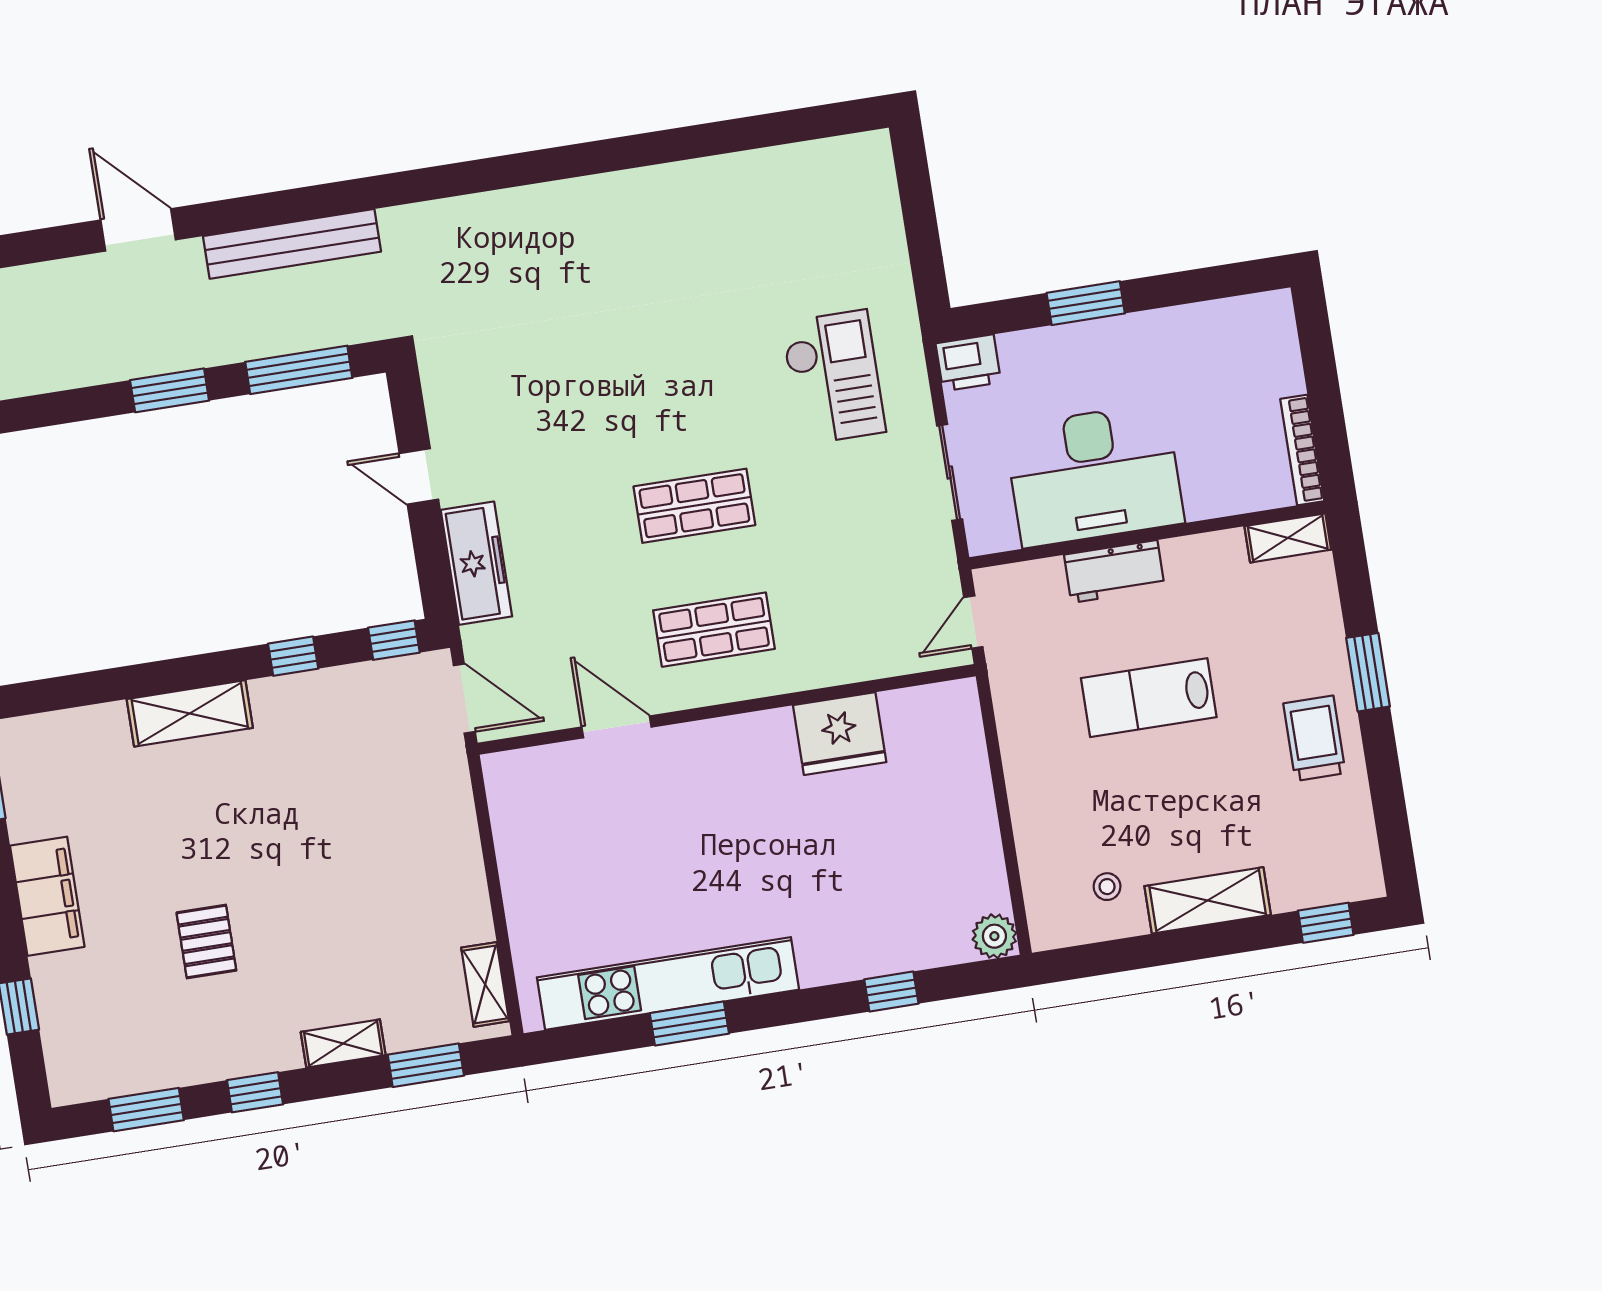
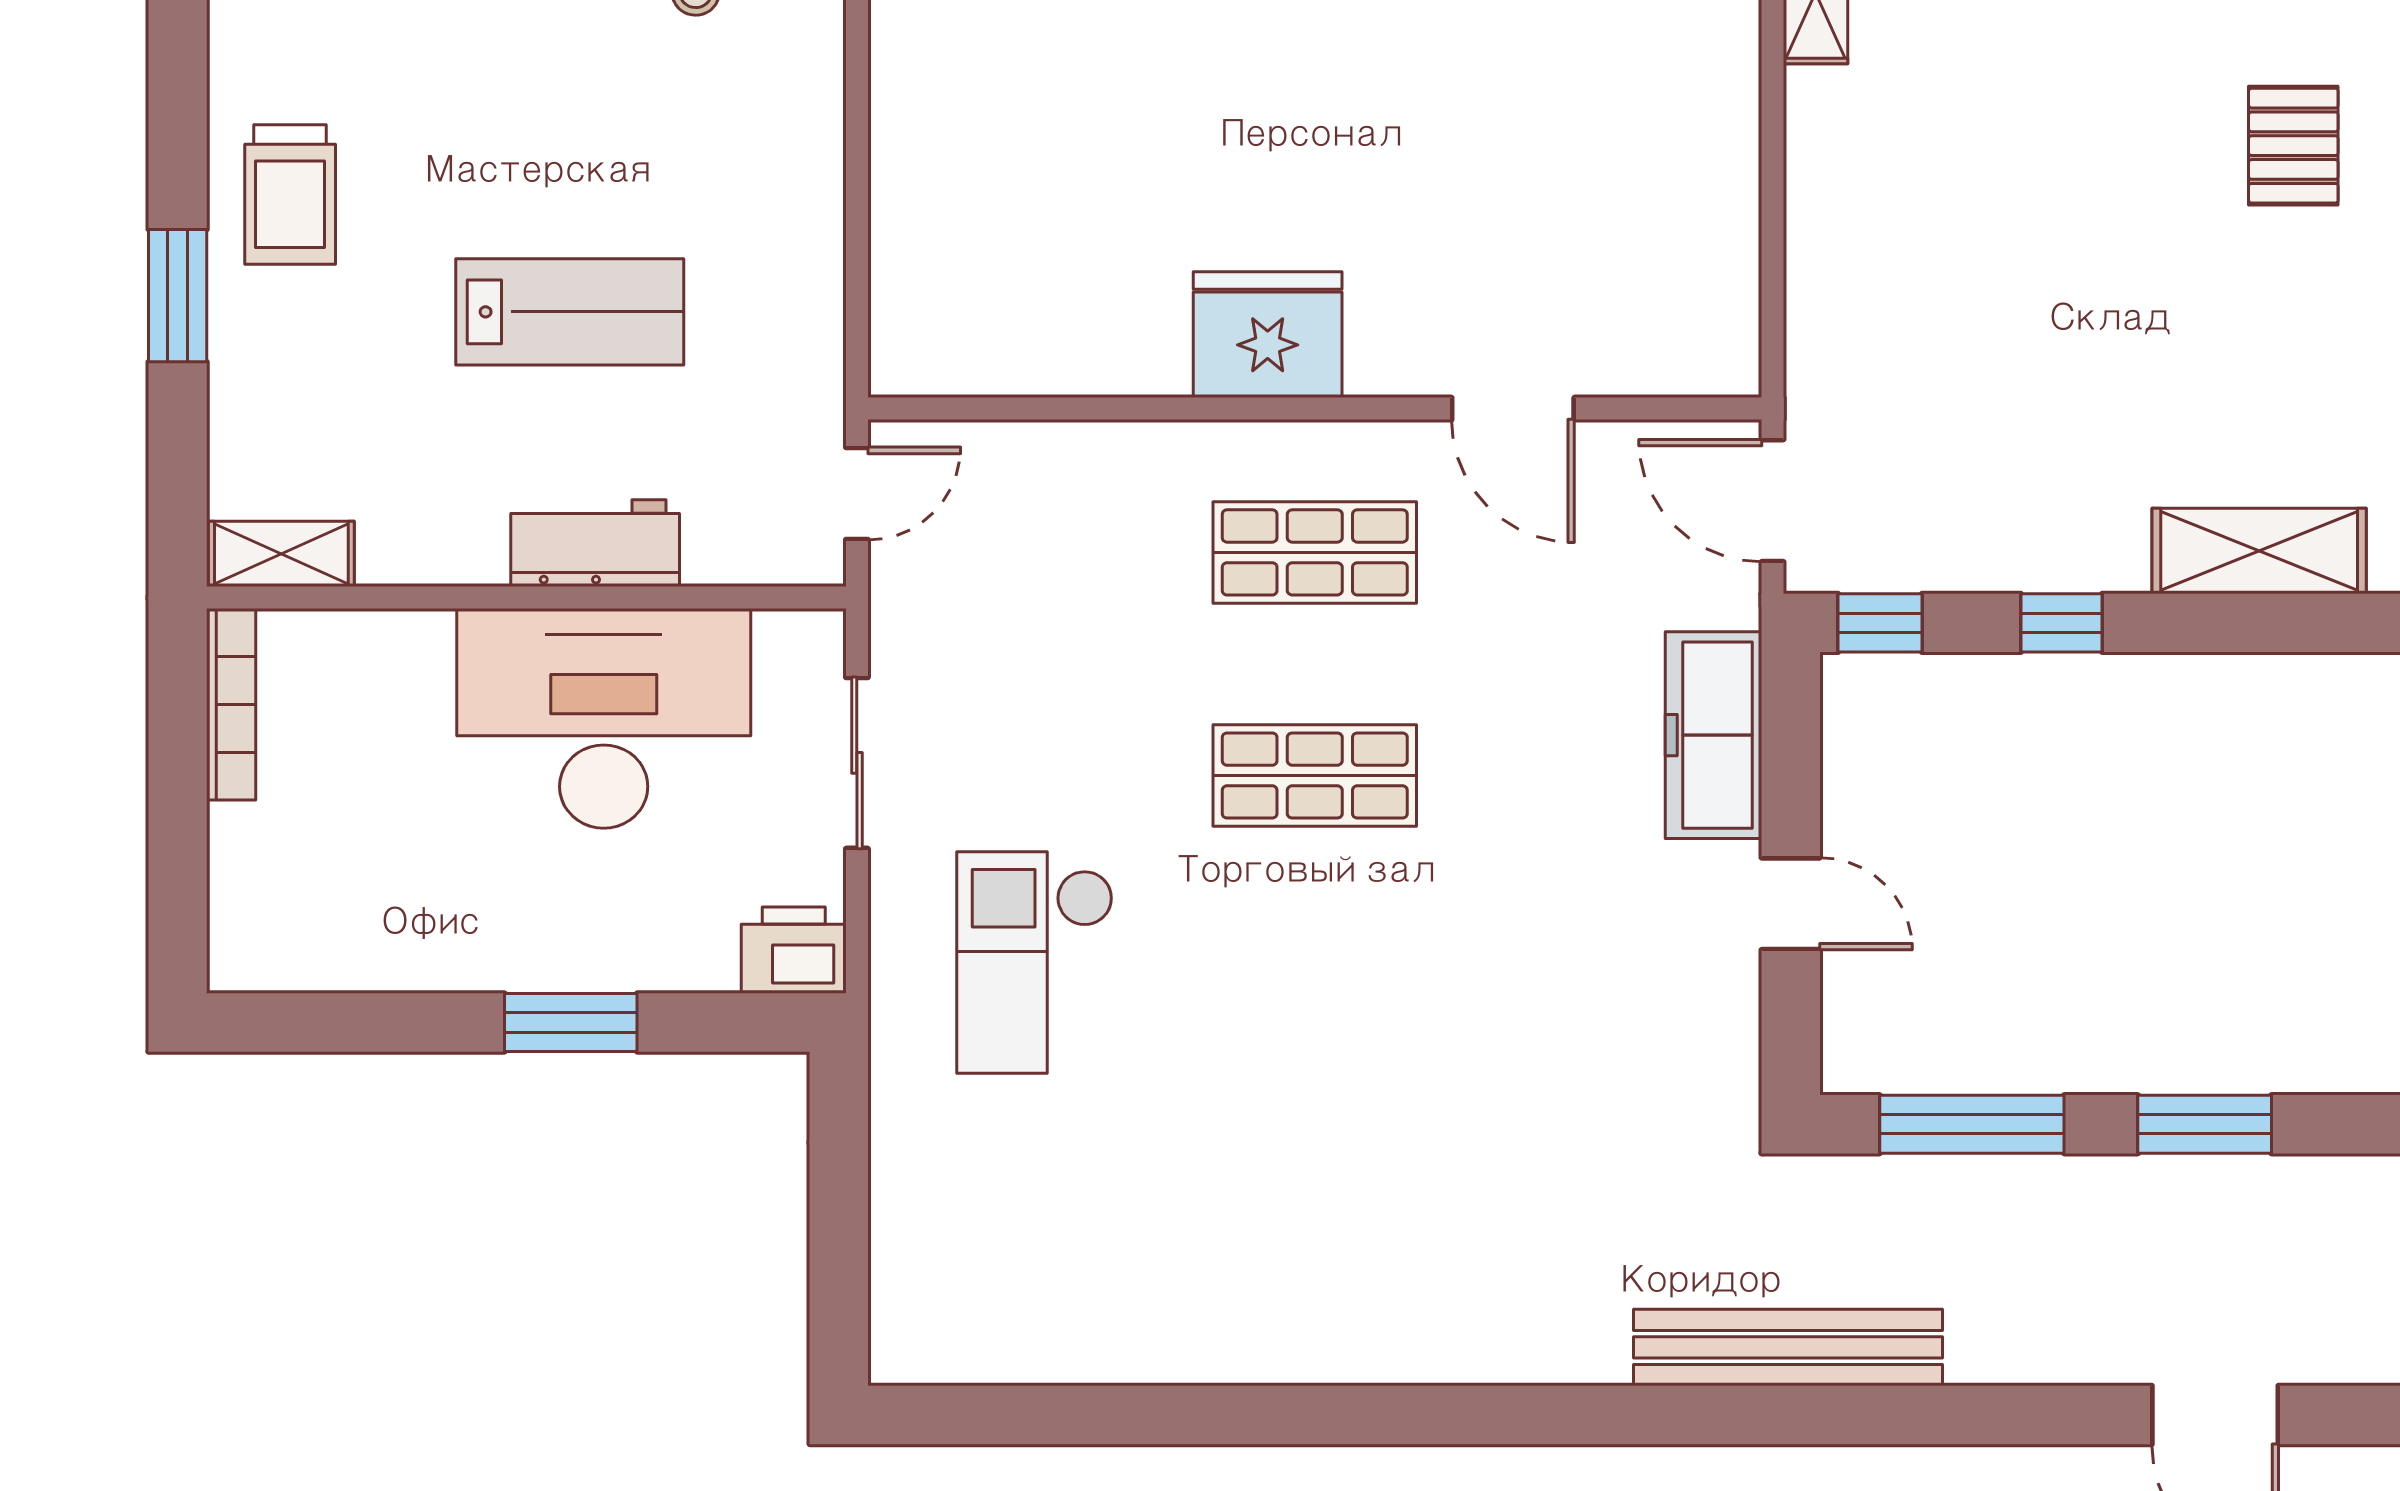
bench: (292, 244) -> (1788, 1347), moved
fridge: (840, 734) -> (1268, 335), moved

